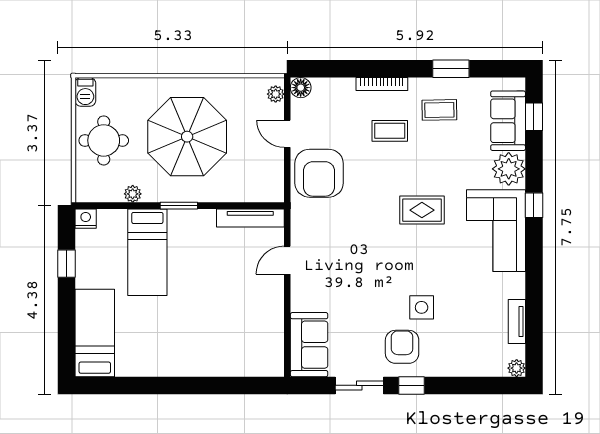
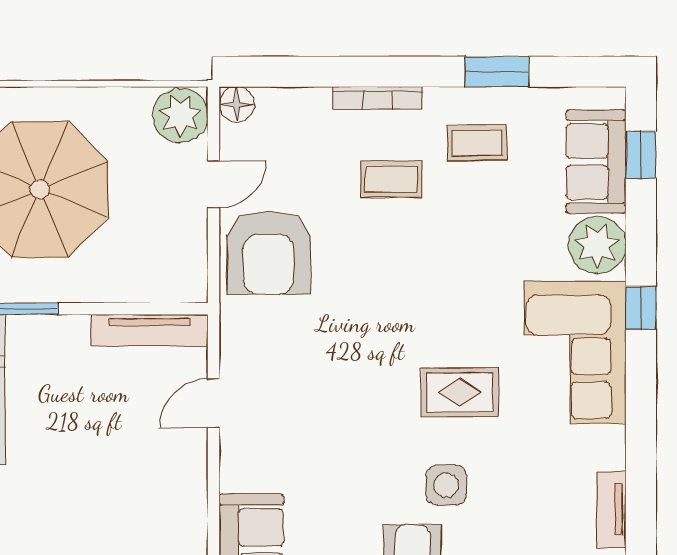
plant: (276, 94) -> (180, 115), width x1.88, depth x1.88
door: (287, 134) -> (213, 184), swing flipped
rug: (422, 210) -> (460, 392), moved

